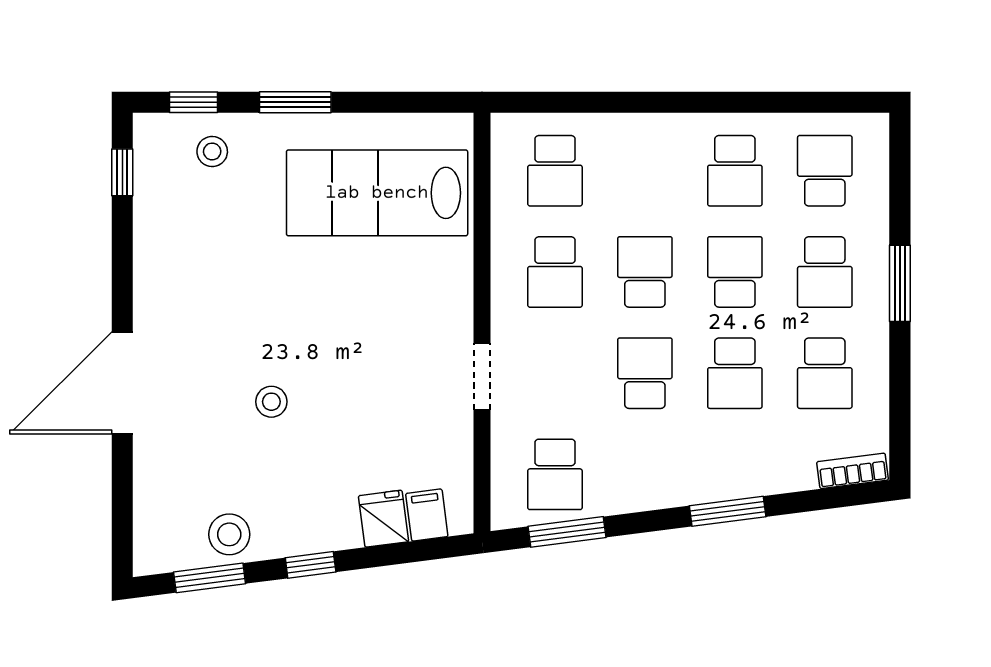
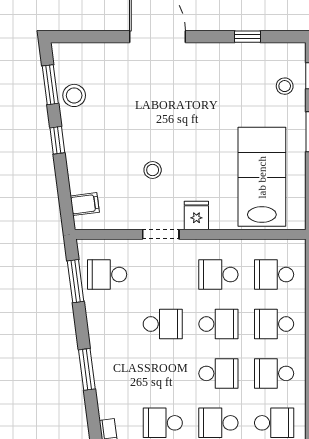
window: (122, 172) -> (248, 37), moved
school desk: (735, 373) -> (274, 324), moved
stool: (271, 402) -> (153, 170), moved
fridge: (383, 519) -> (196, 215), moved, turned -83

